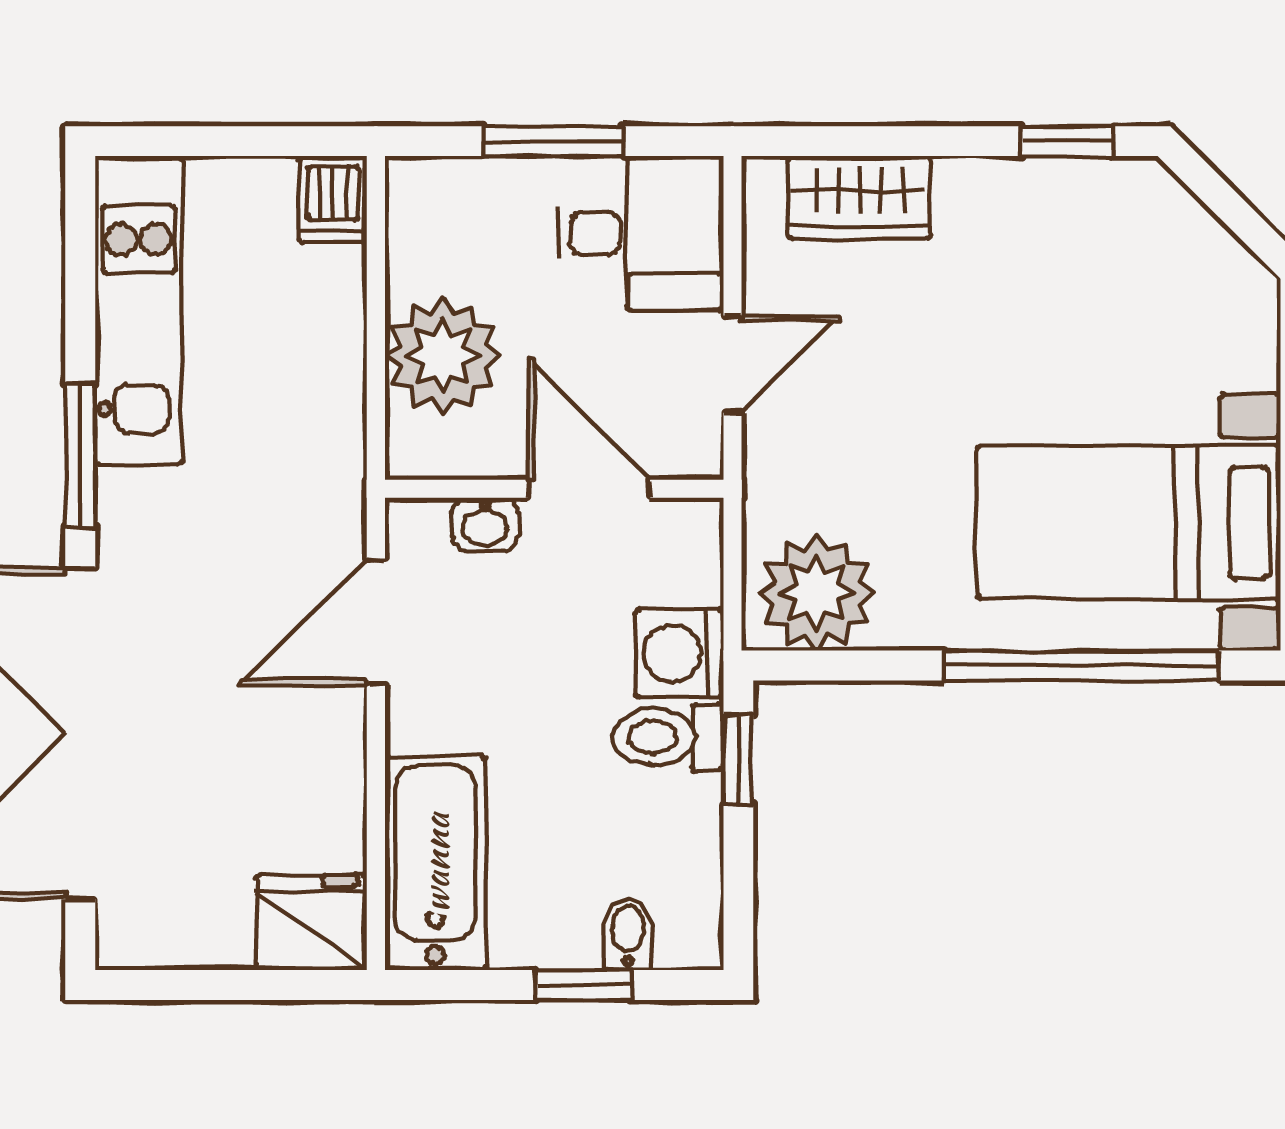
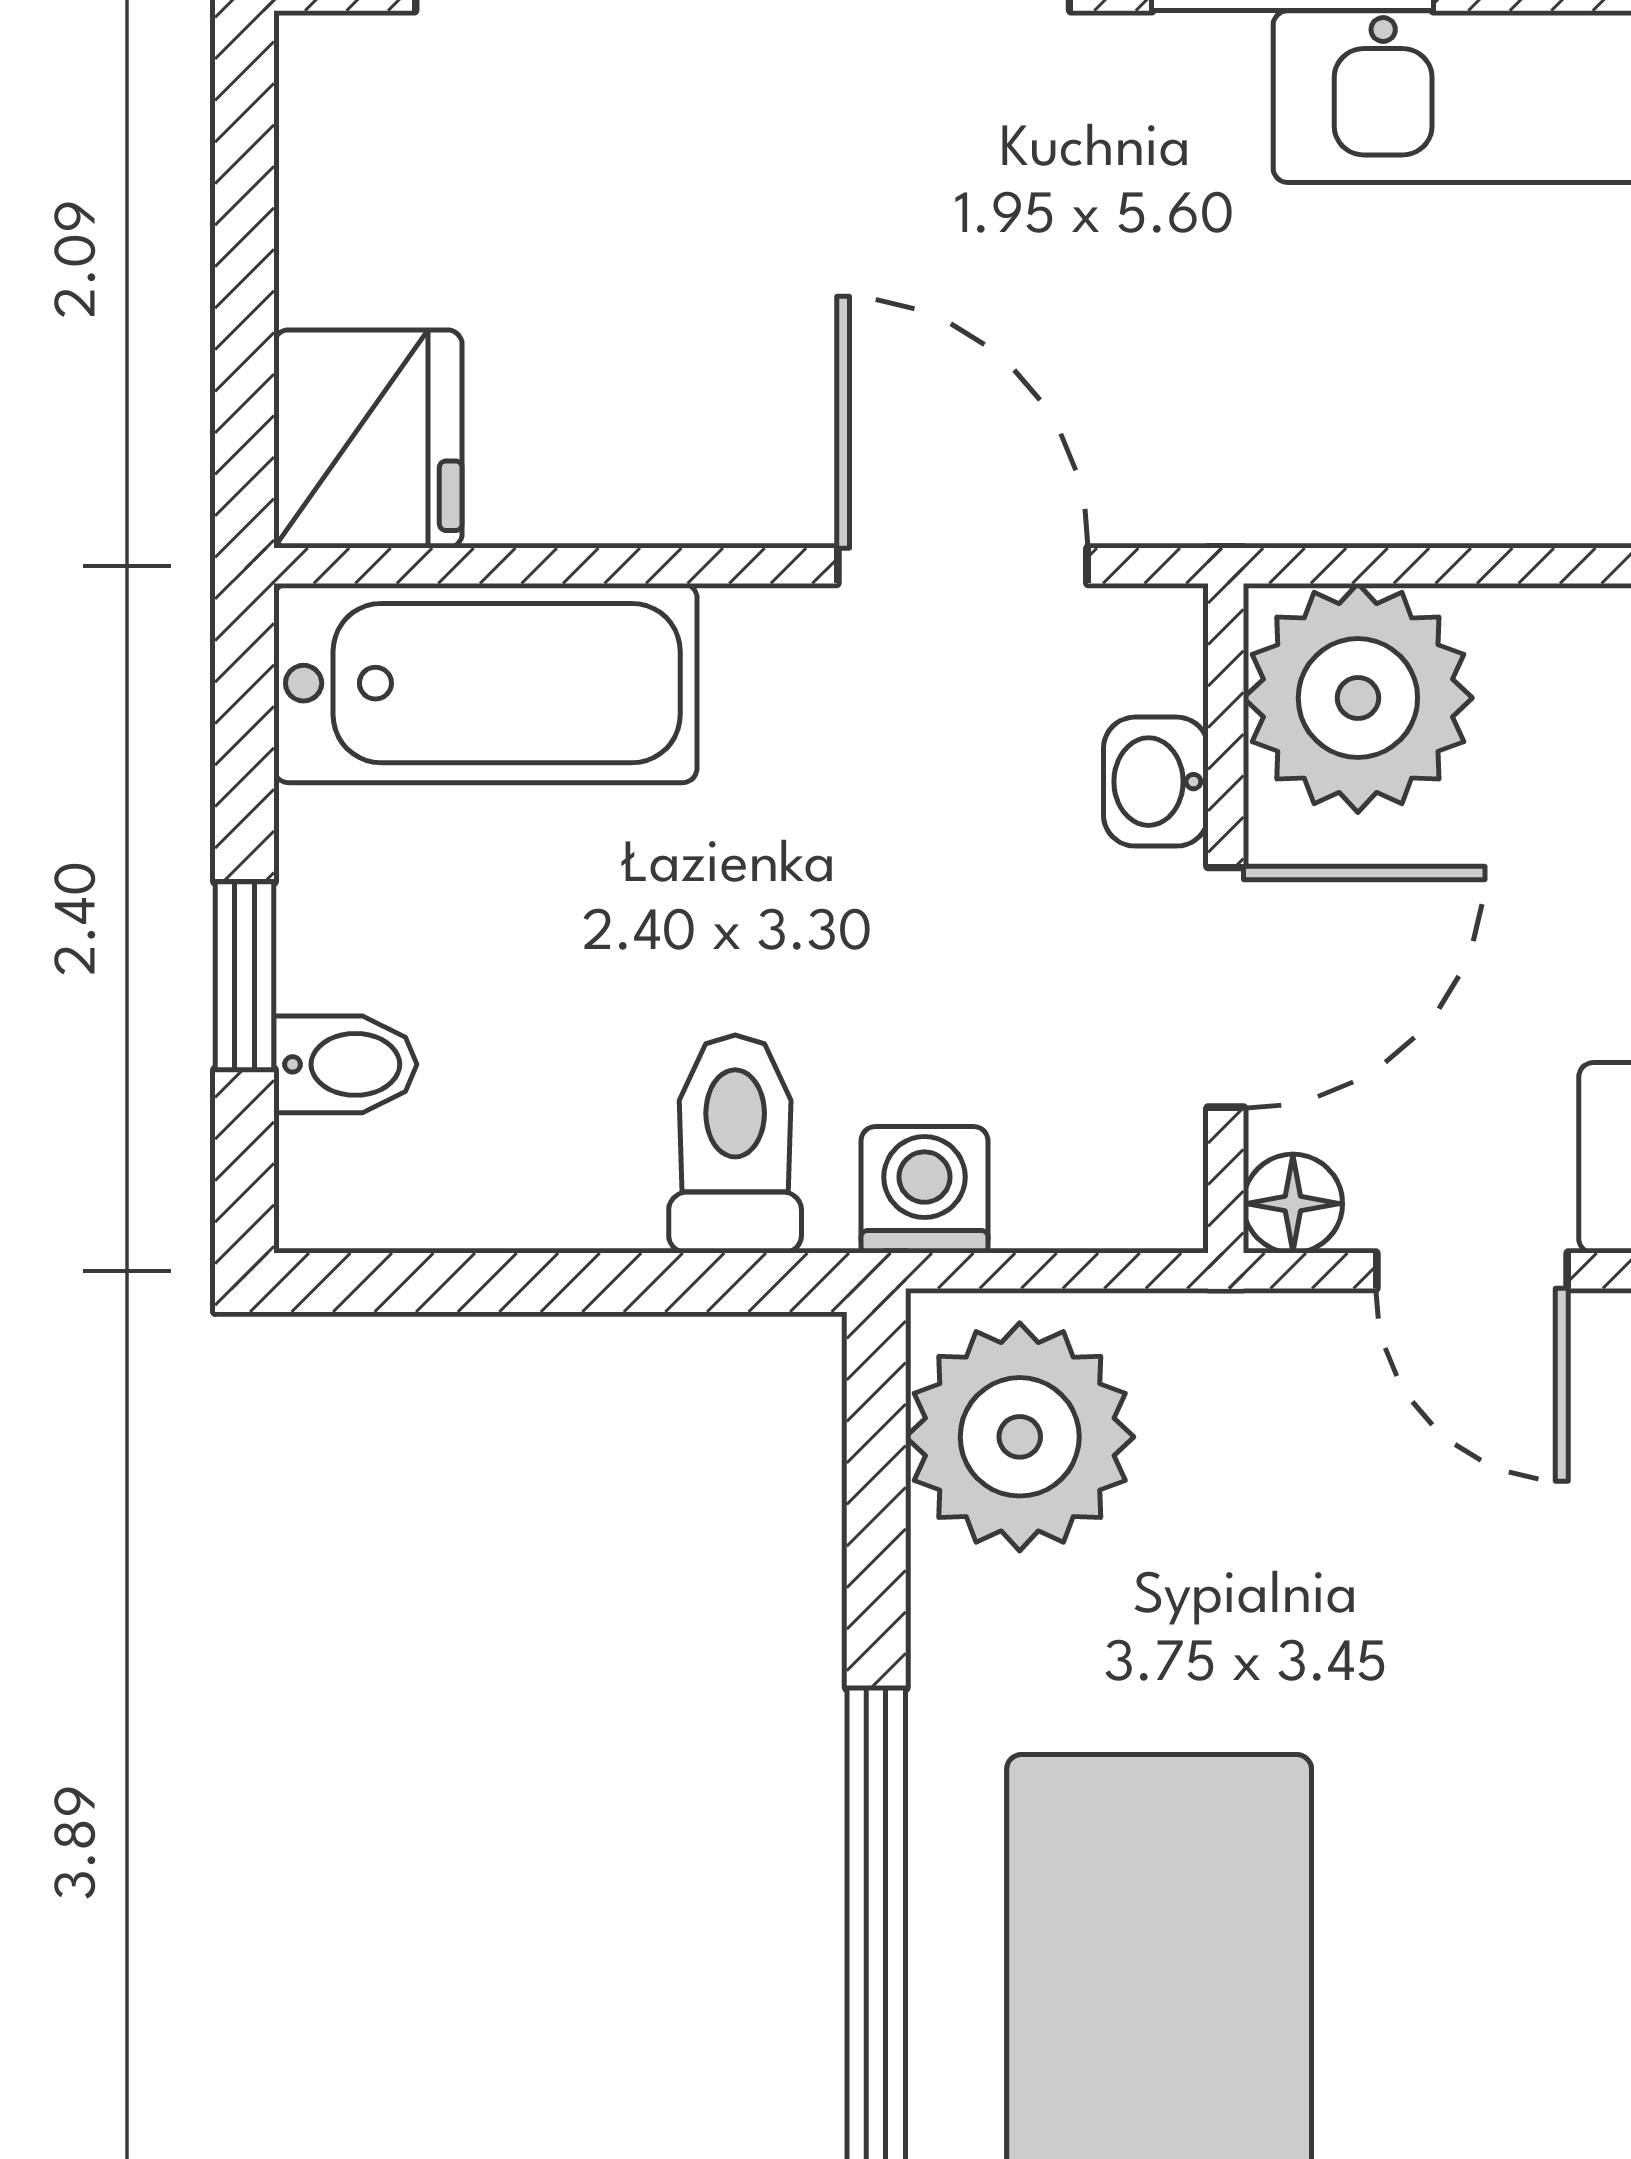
plant: (443, 356) -> (1358, 698), moved
floor lamp: (698, 455) -> (1293, 1204), added
washing machine: (679, 653) -> (924, 1190), width x0.73, depth x0.73
window: (738, 760) -> (690, 1283), removed

